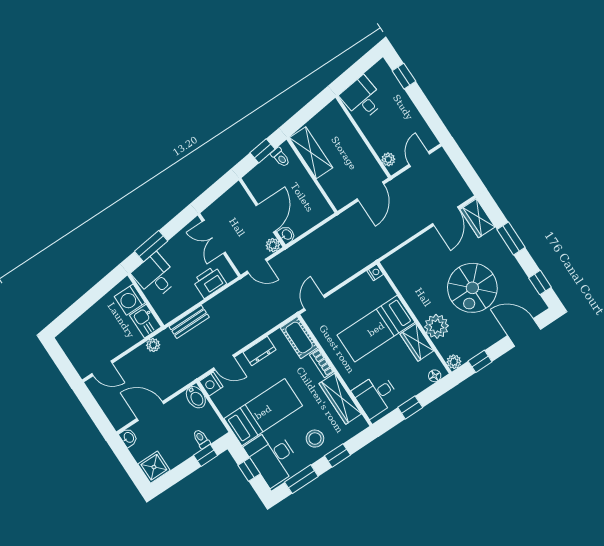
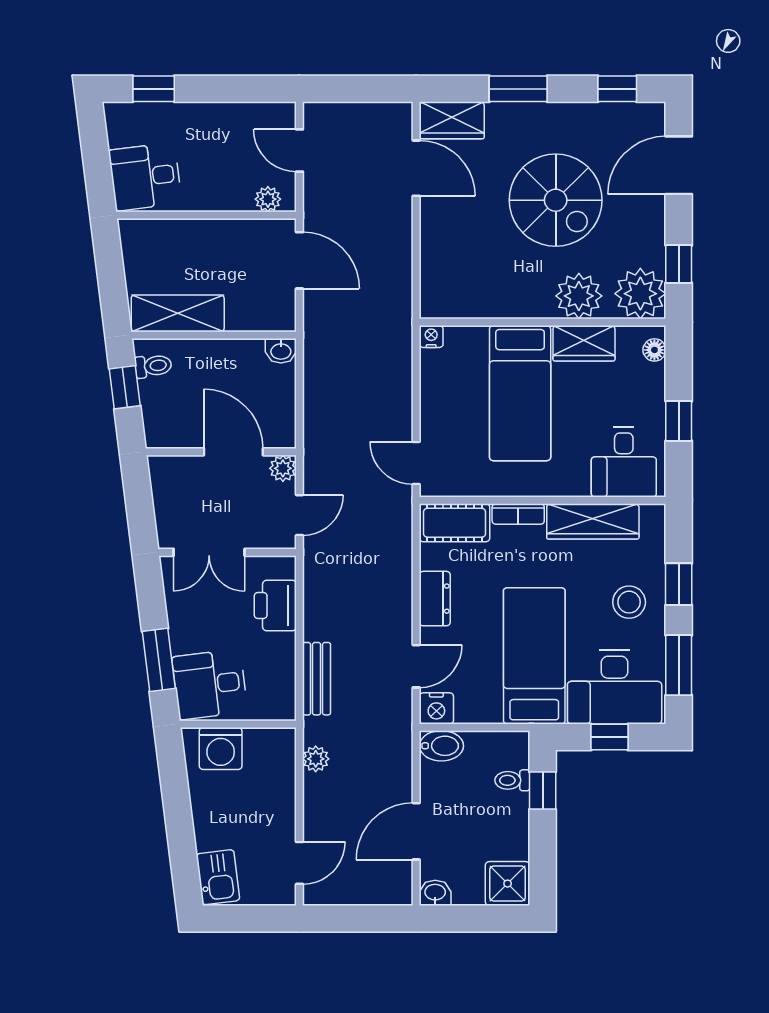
washbasin: (287, 235) -> (281, 351), moved, turned 180
kitchen sink: (145, 321) -> (218, 877), moved, turned -97
plant: (454, 362) -> (640, 294), width x1.88, depth x1.88

